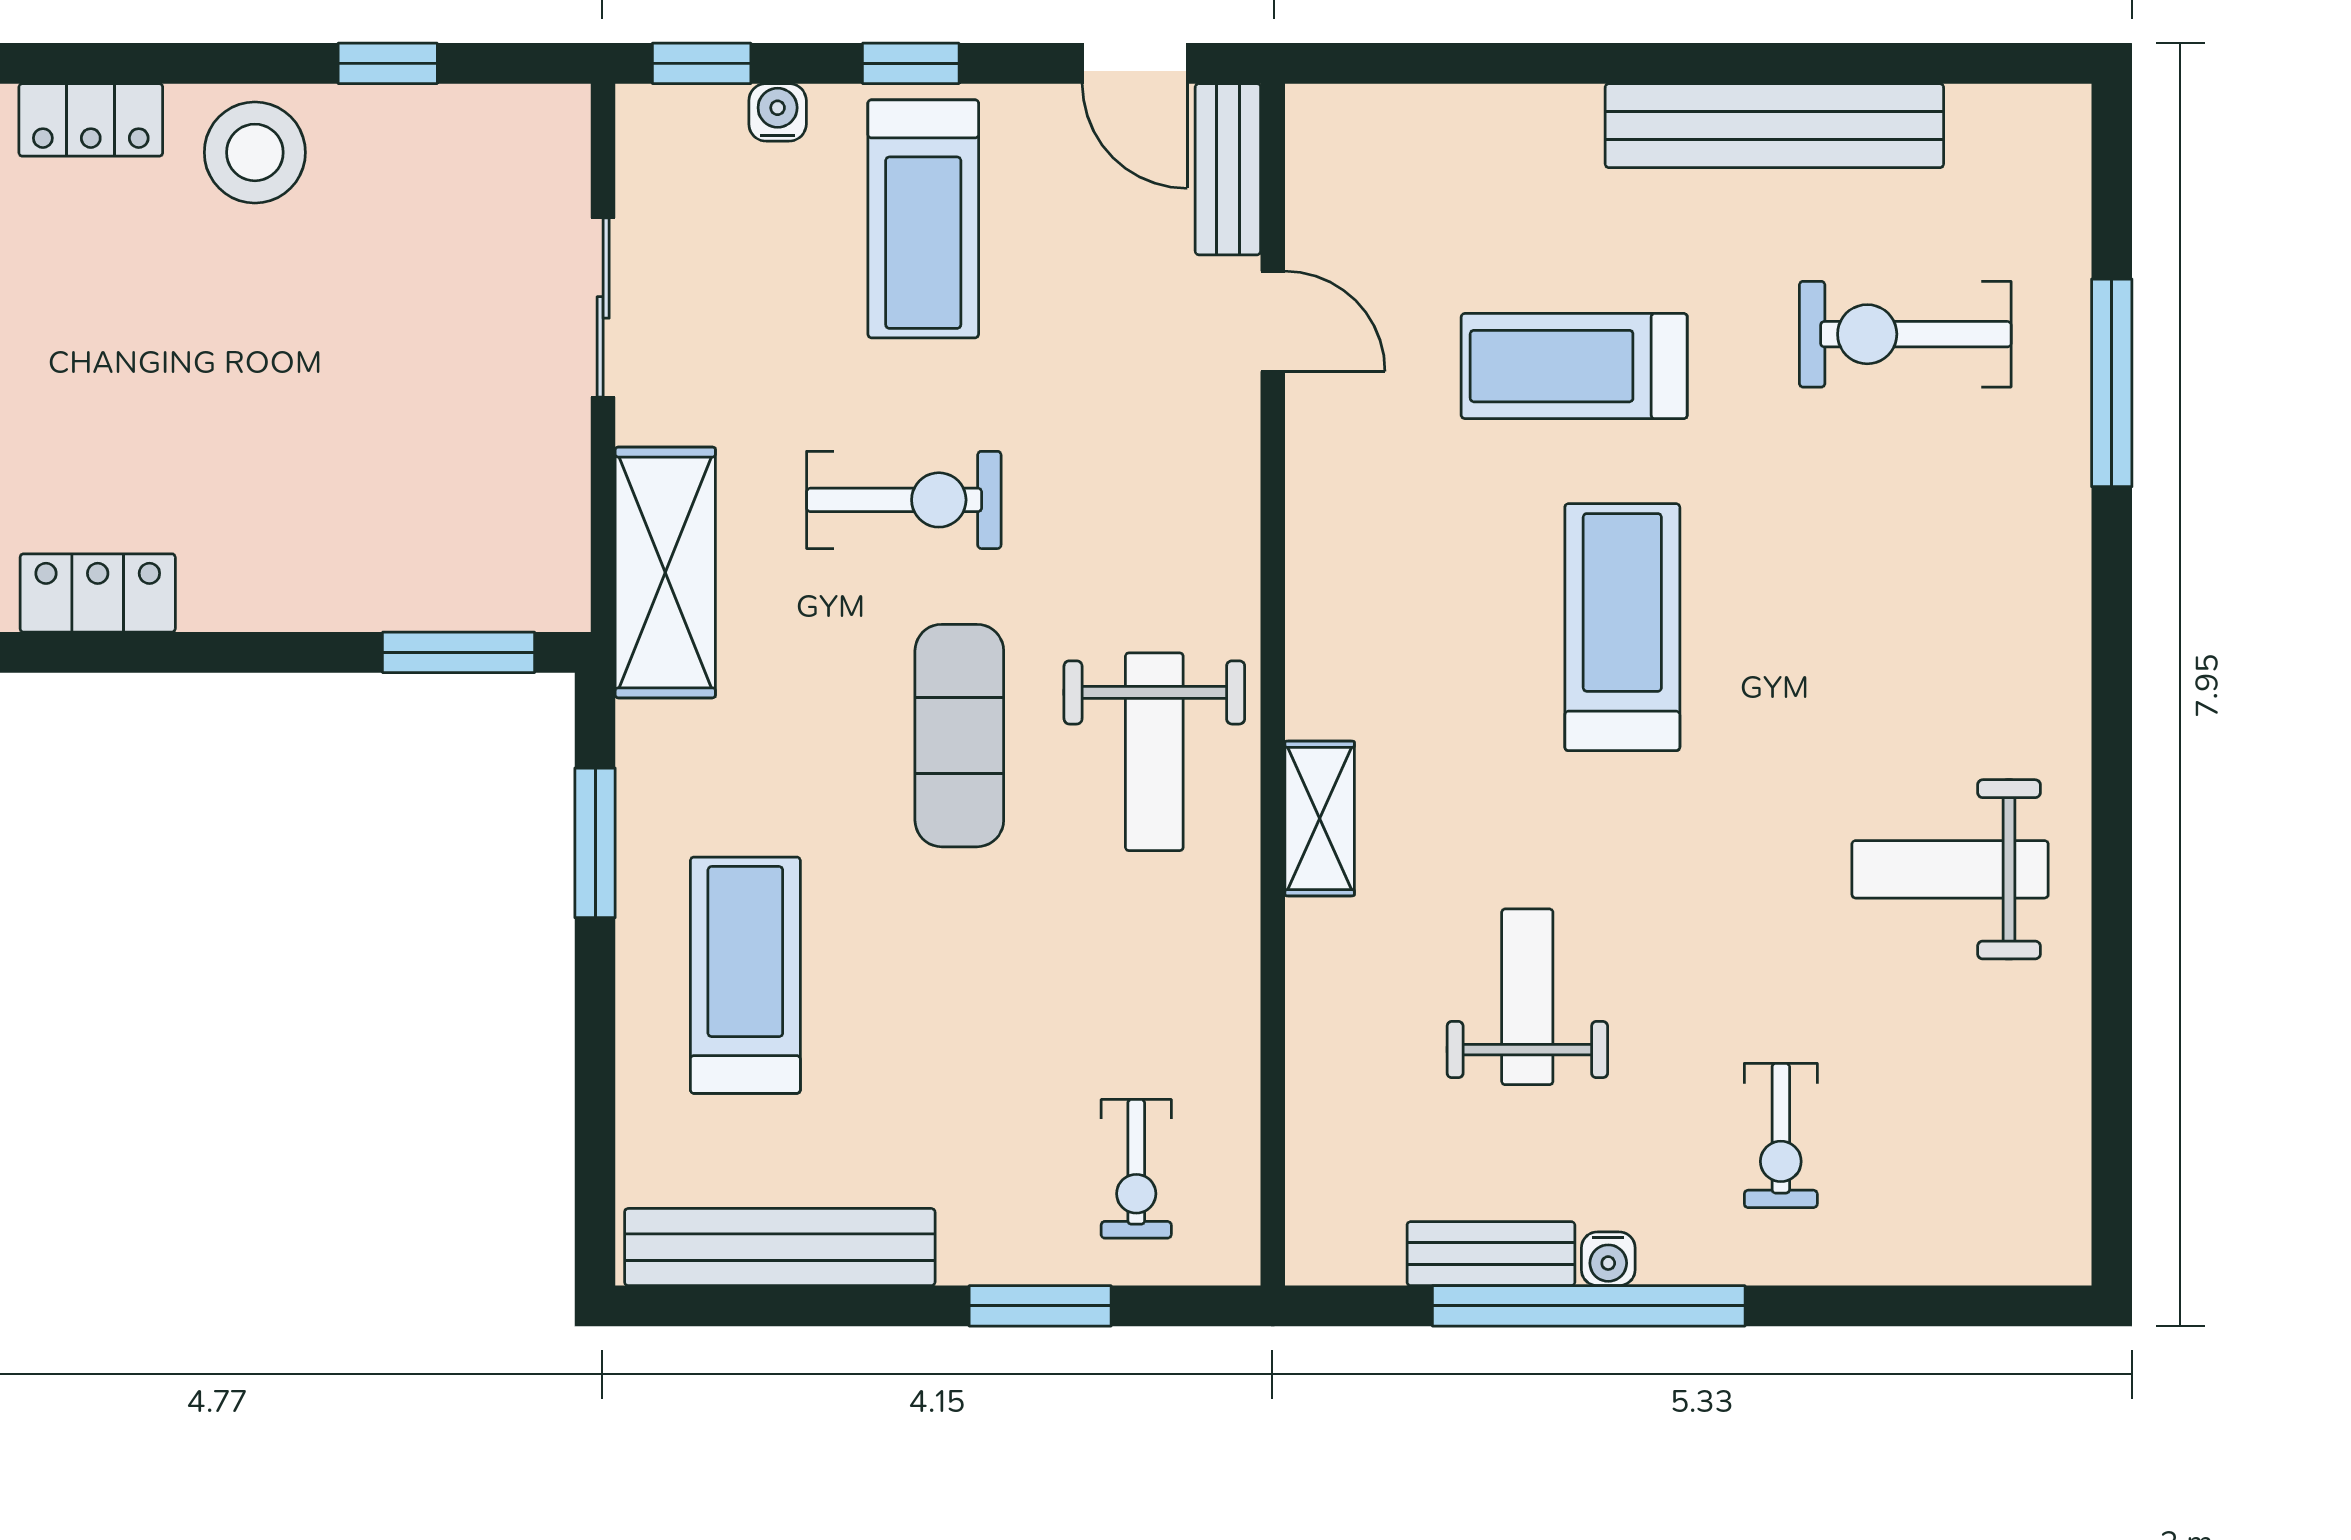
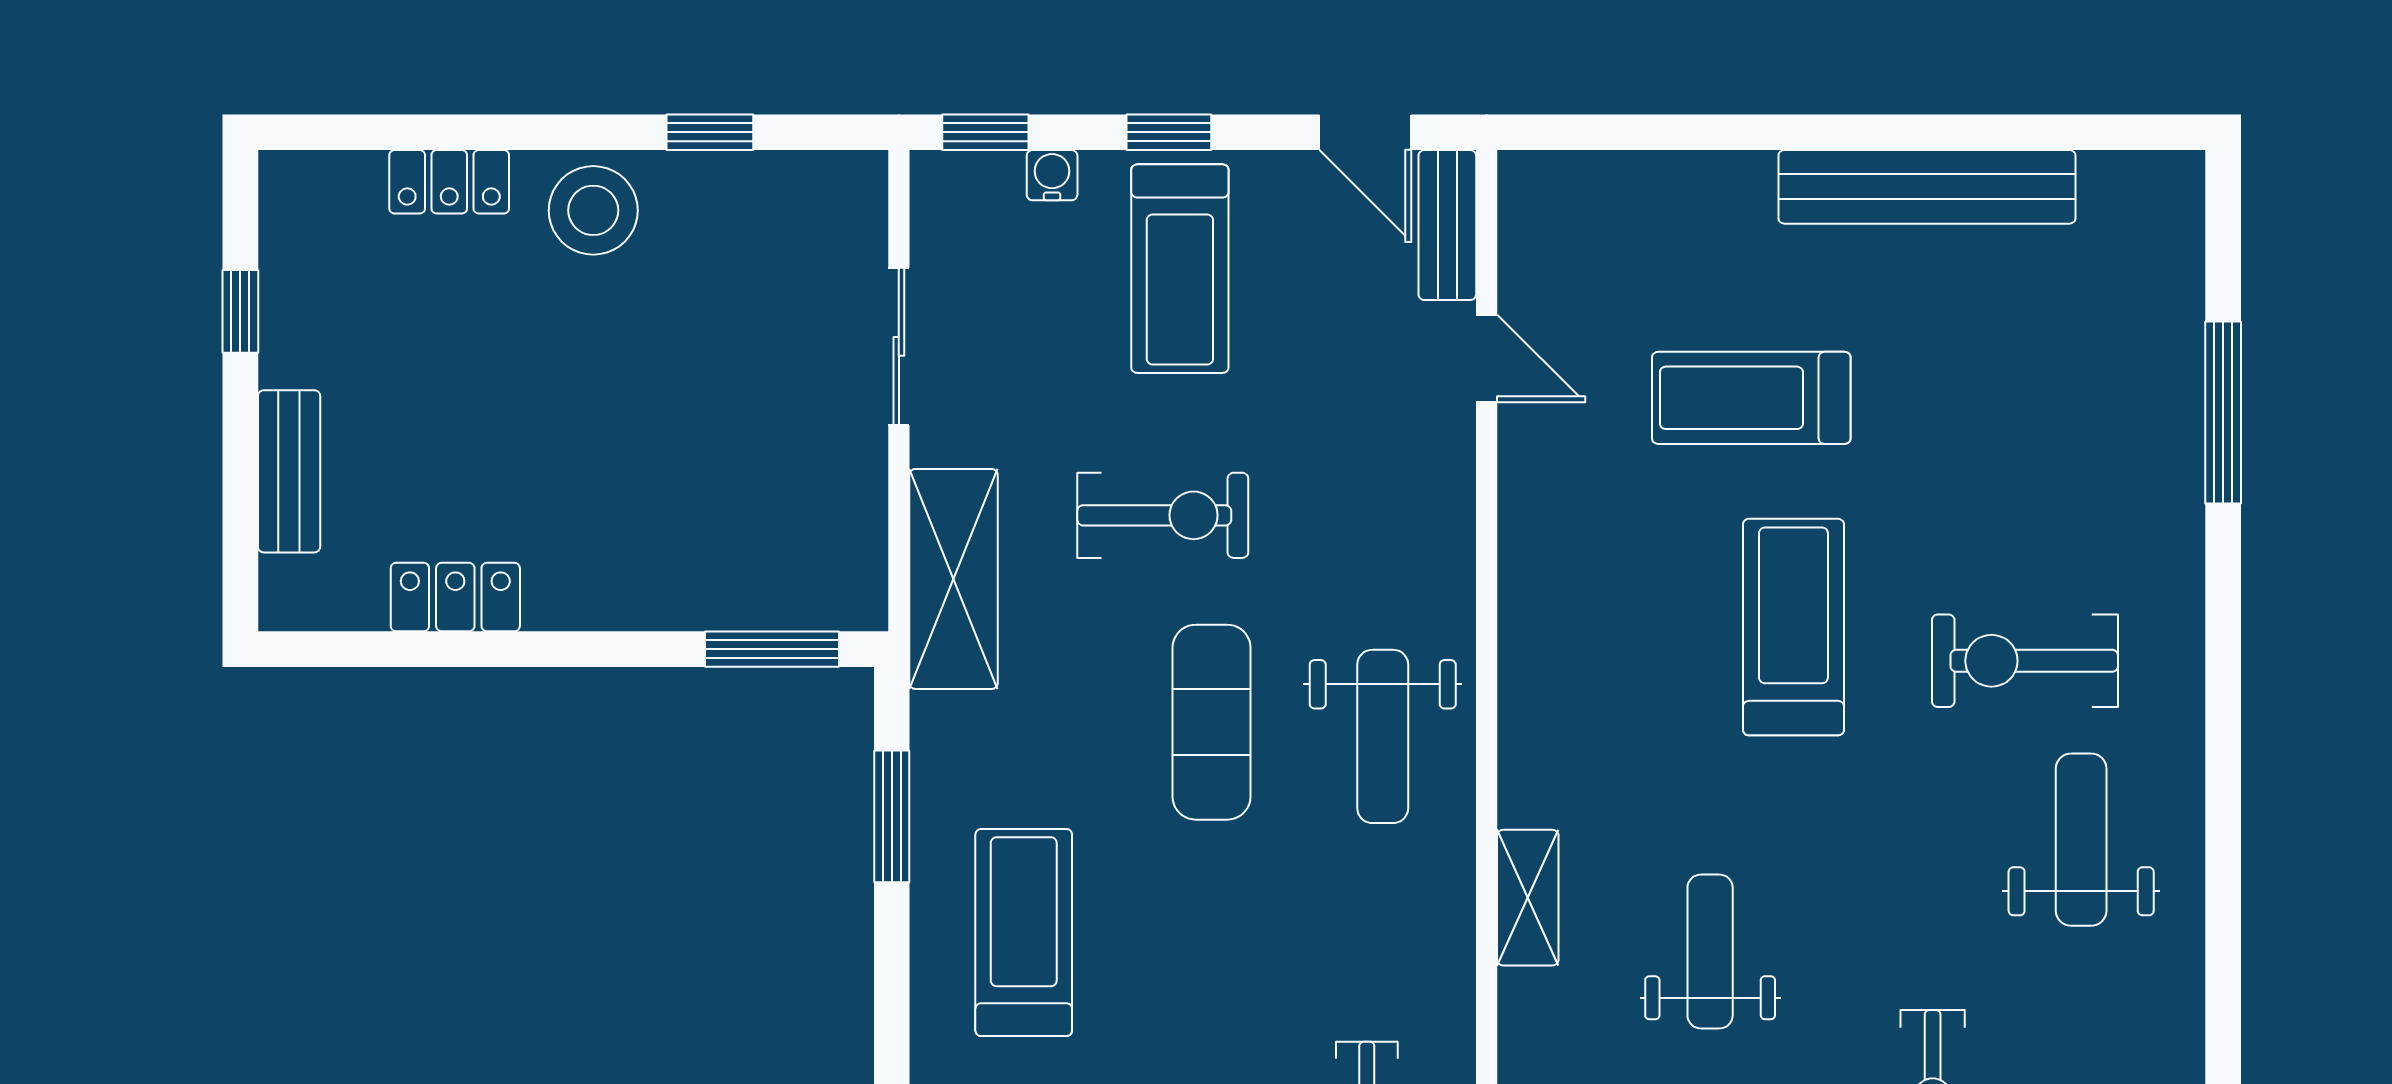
exercise bike: (1905, 334) -> (2025, 661), moved
shelving: (1320, 818) -> (1528, 898), moved
weight bench: (1950, 869) -> (2081, 840), turned 90

